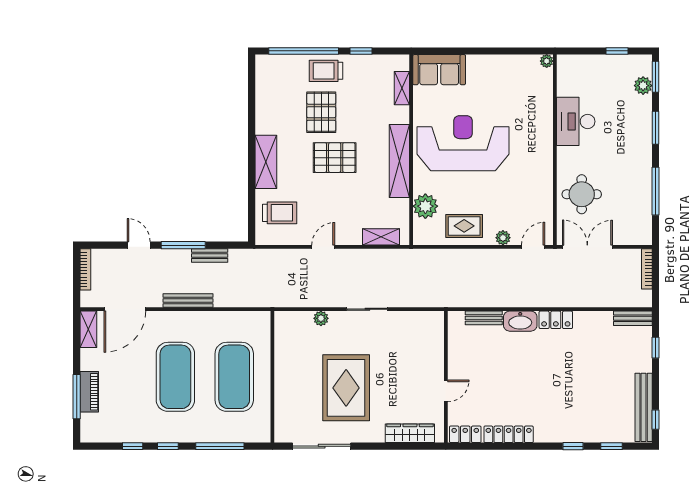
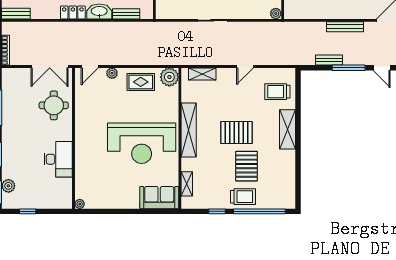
plant: (425, 206) -> (169, 77), moved
plant: (321, 318) -> (276, 14), moved

